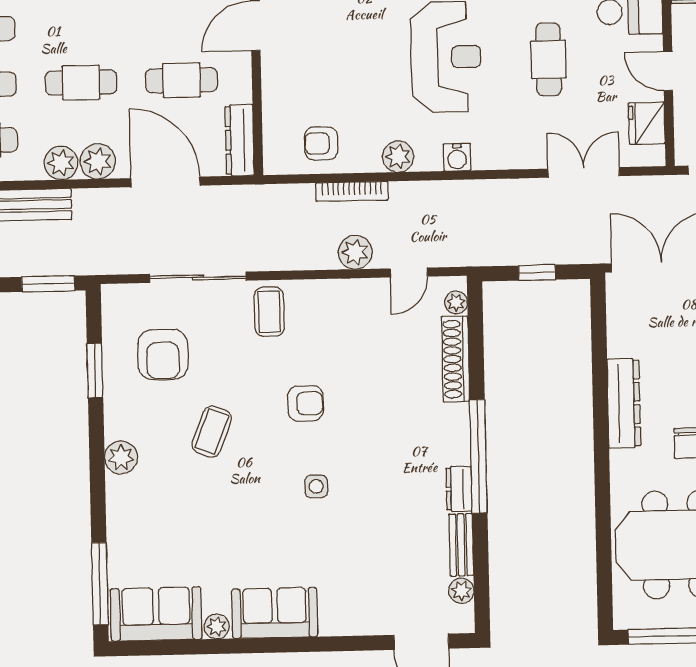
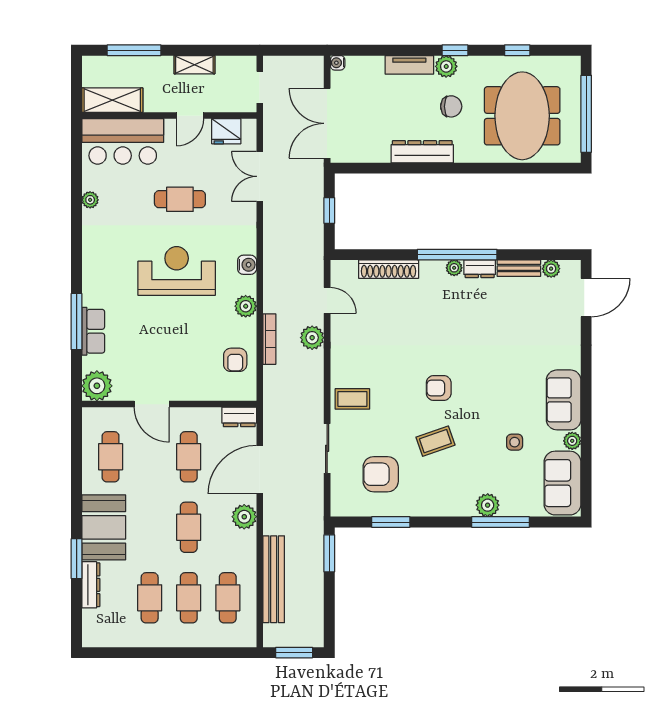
dresser: (240, 140) -> (239, 417), width x0.70
plant: (61, 163) -> (245, 543), removed
sliding door: (198, 277) -> (327, 448), width x0.73
plant: (456, 302) -> (454, 268), moved
armchair: (163, 354) -> (381, 474), turned 180
armchair: (305, 403) -> (439, 388), moved, turned -90
coffee table: (212, 432) -> (435, 441), turned -41
plant: (121, 458) -> (488, 505), moved
side table: (316, 486) -> (515, 442), moved
window: (100, 584) -> (501, 522), moved

